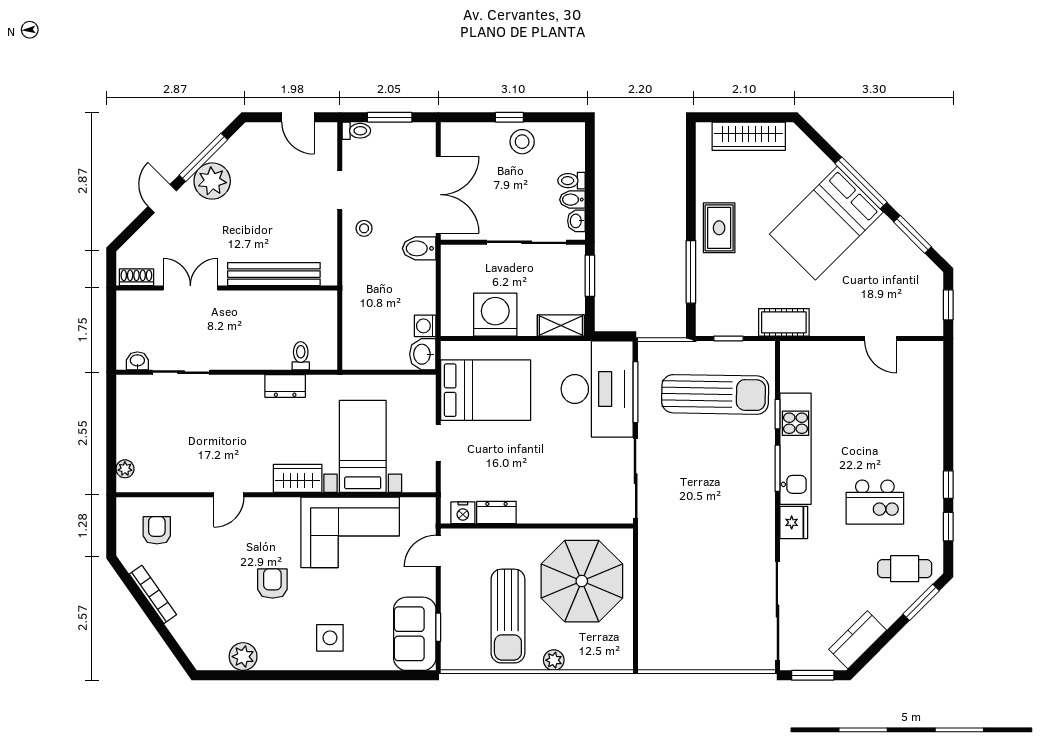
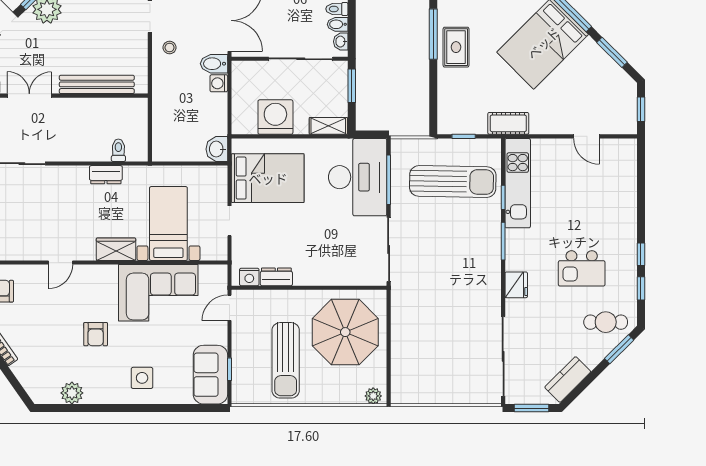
window: (691, 272) -> (433, 34), moved
washing machine: (425, 326) -> (219, 83), moved
kitchen unit: (796, 449) -> (518, 183), moved
armchair: (272, 583) -> (96, 334), turned 180
plant: (554, 660) -> (373, 396), moved

